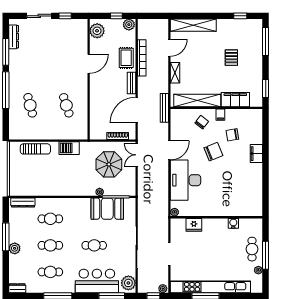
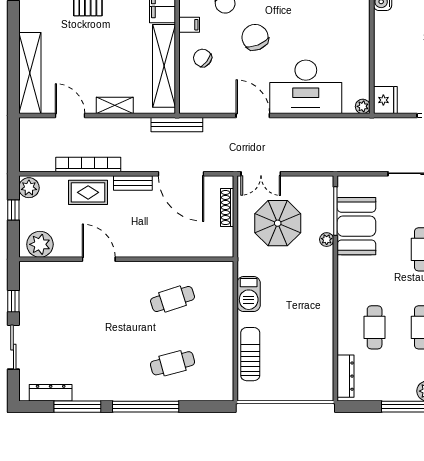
fridge: (194, 225) -> (385, 100), moved

